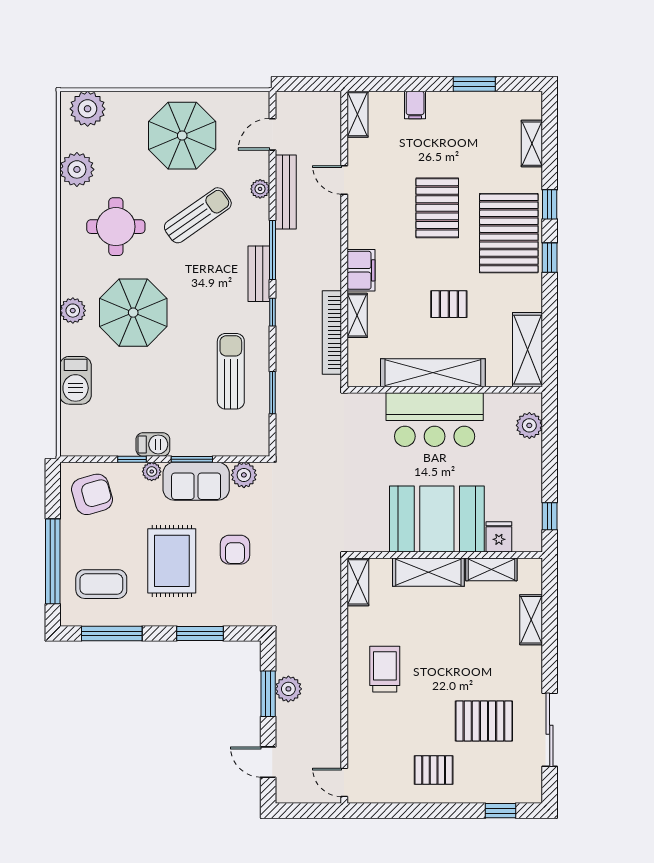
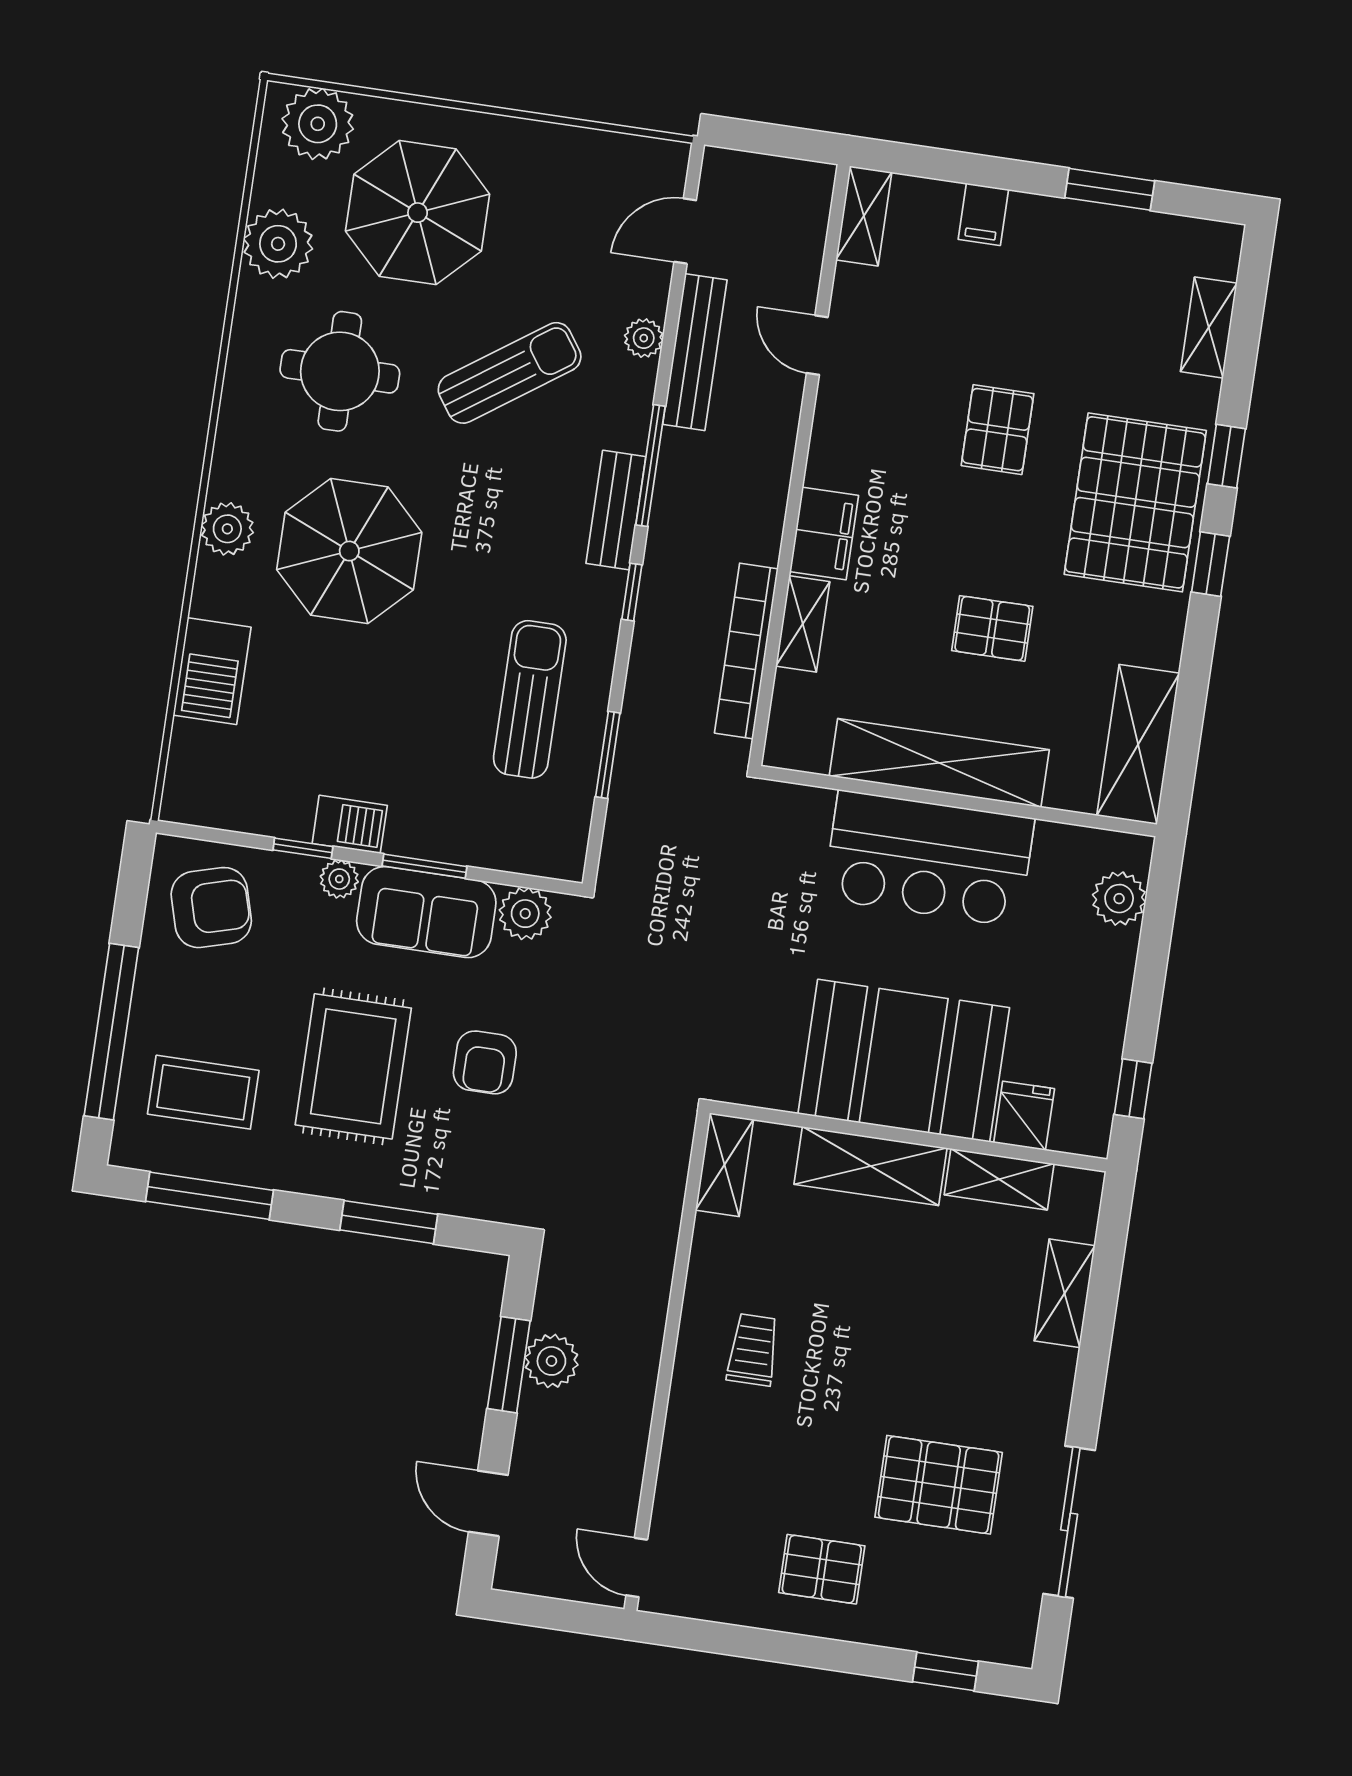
parasol: (182, 136) -> (418, 213), moved
pallet: (437, 208) -> (998, 430), width x0.67, depth x0.71
trolley: (385, 669) -> (753, 1350), width x0.73, depth x0.72

